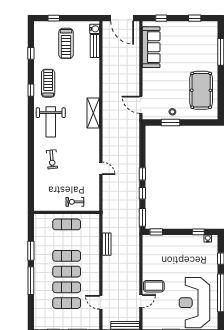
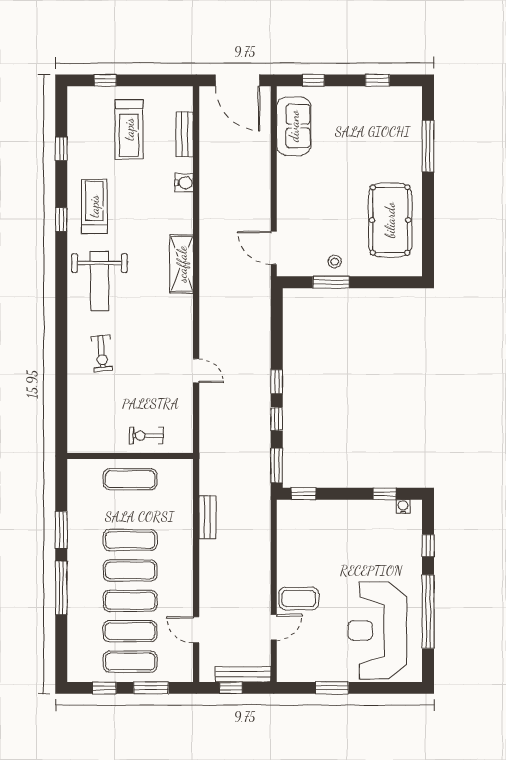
water cooler: (95, 29) -> (184, 183), moved
sofa: (151, 47) -> (294, 126), width x0.73
exercise mat: (67, 319) -> (130, 662), added

